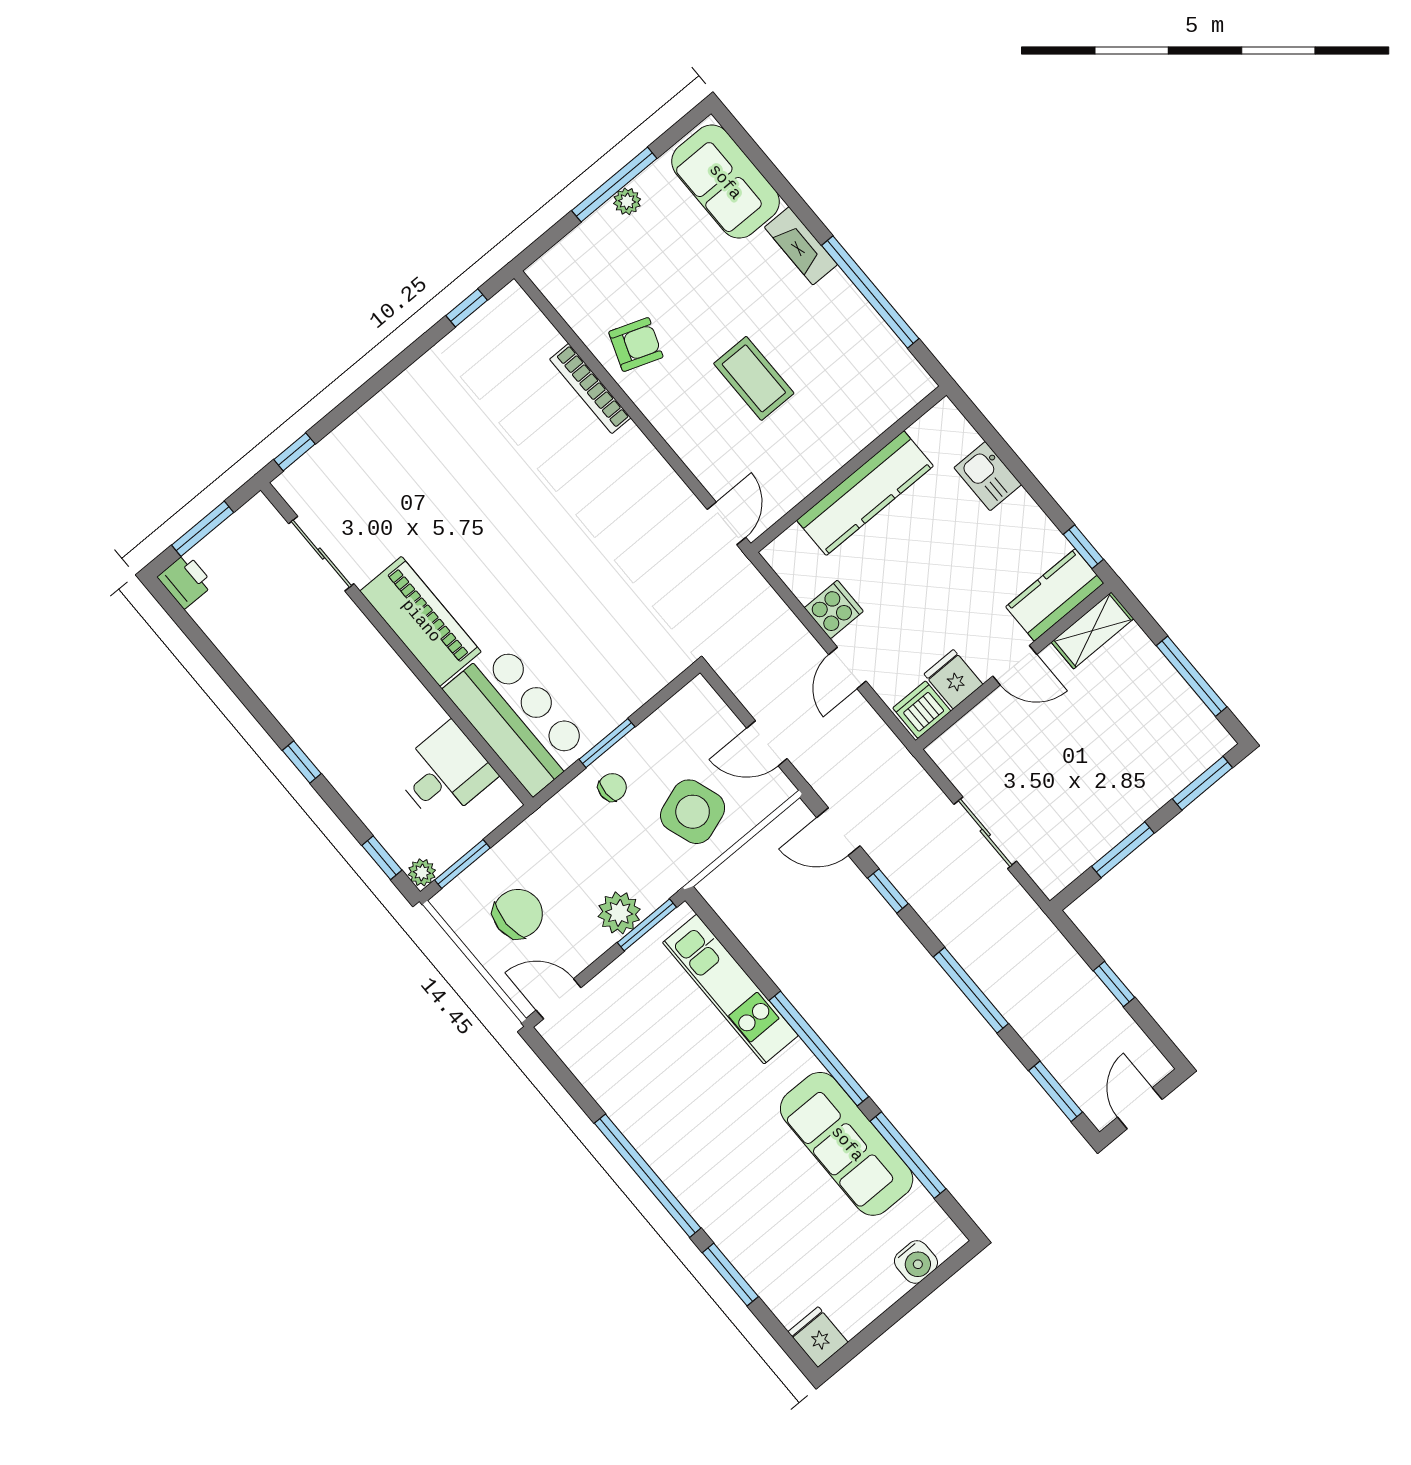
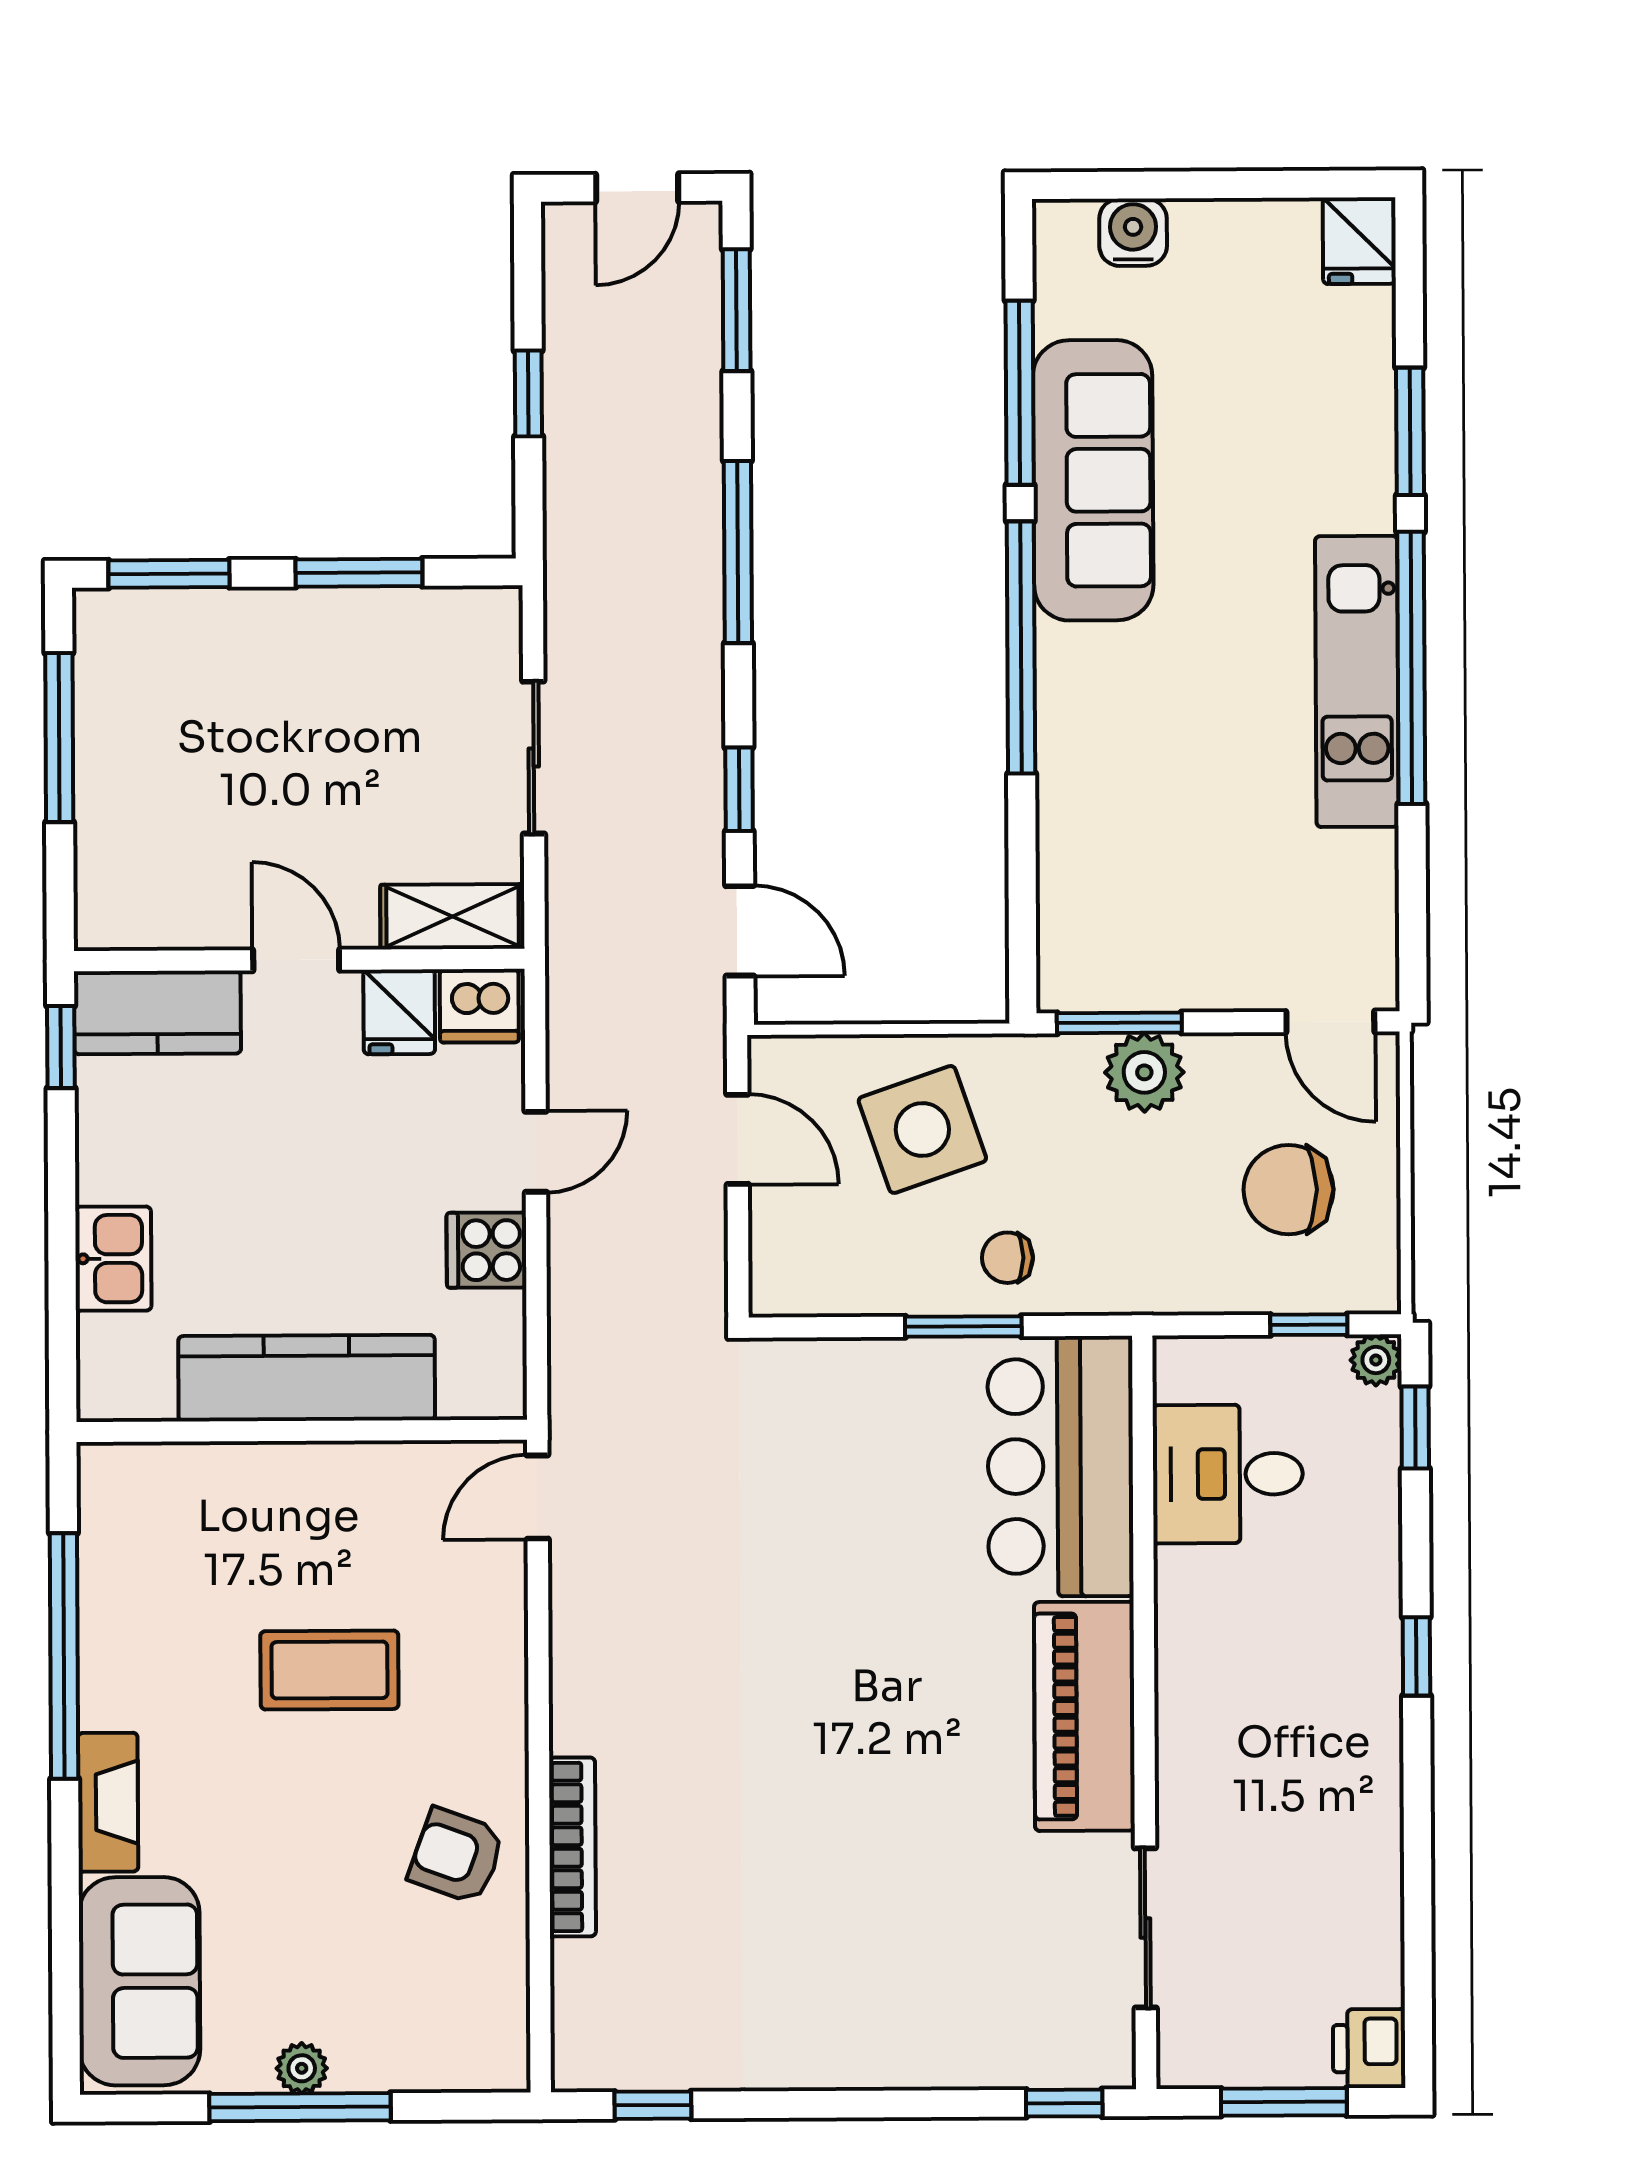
coffee table: (754, 378) -> (329, 1670), turned 90
shelving: (1092, 630) -> (452, 917), moved
window: (462, 864) -> (1309, 1325), width x0.67
kitchen unit: (730, 989) -> (1357, 681), moved, turned 180

